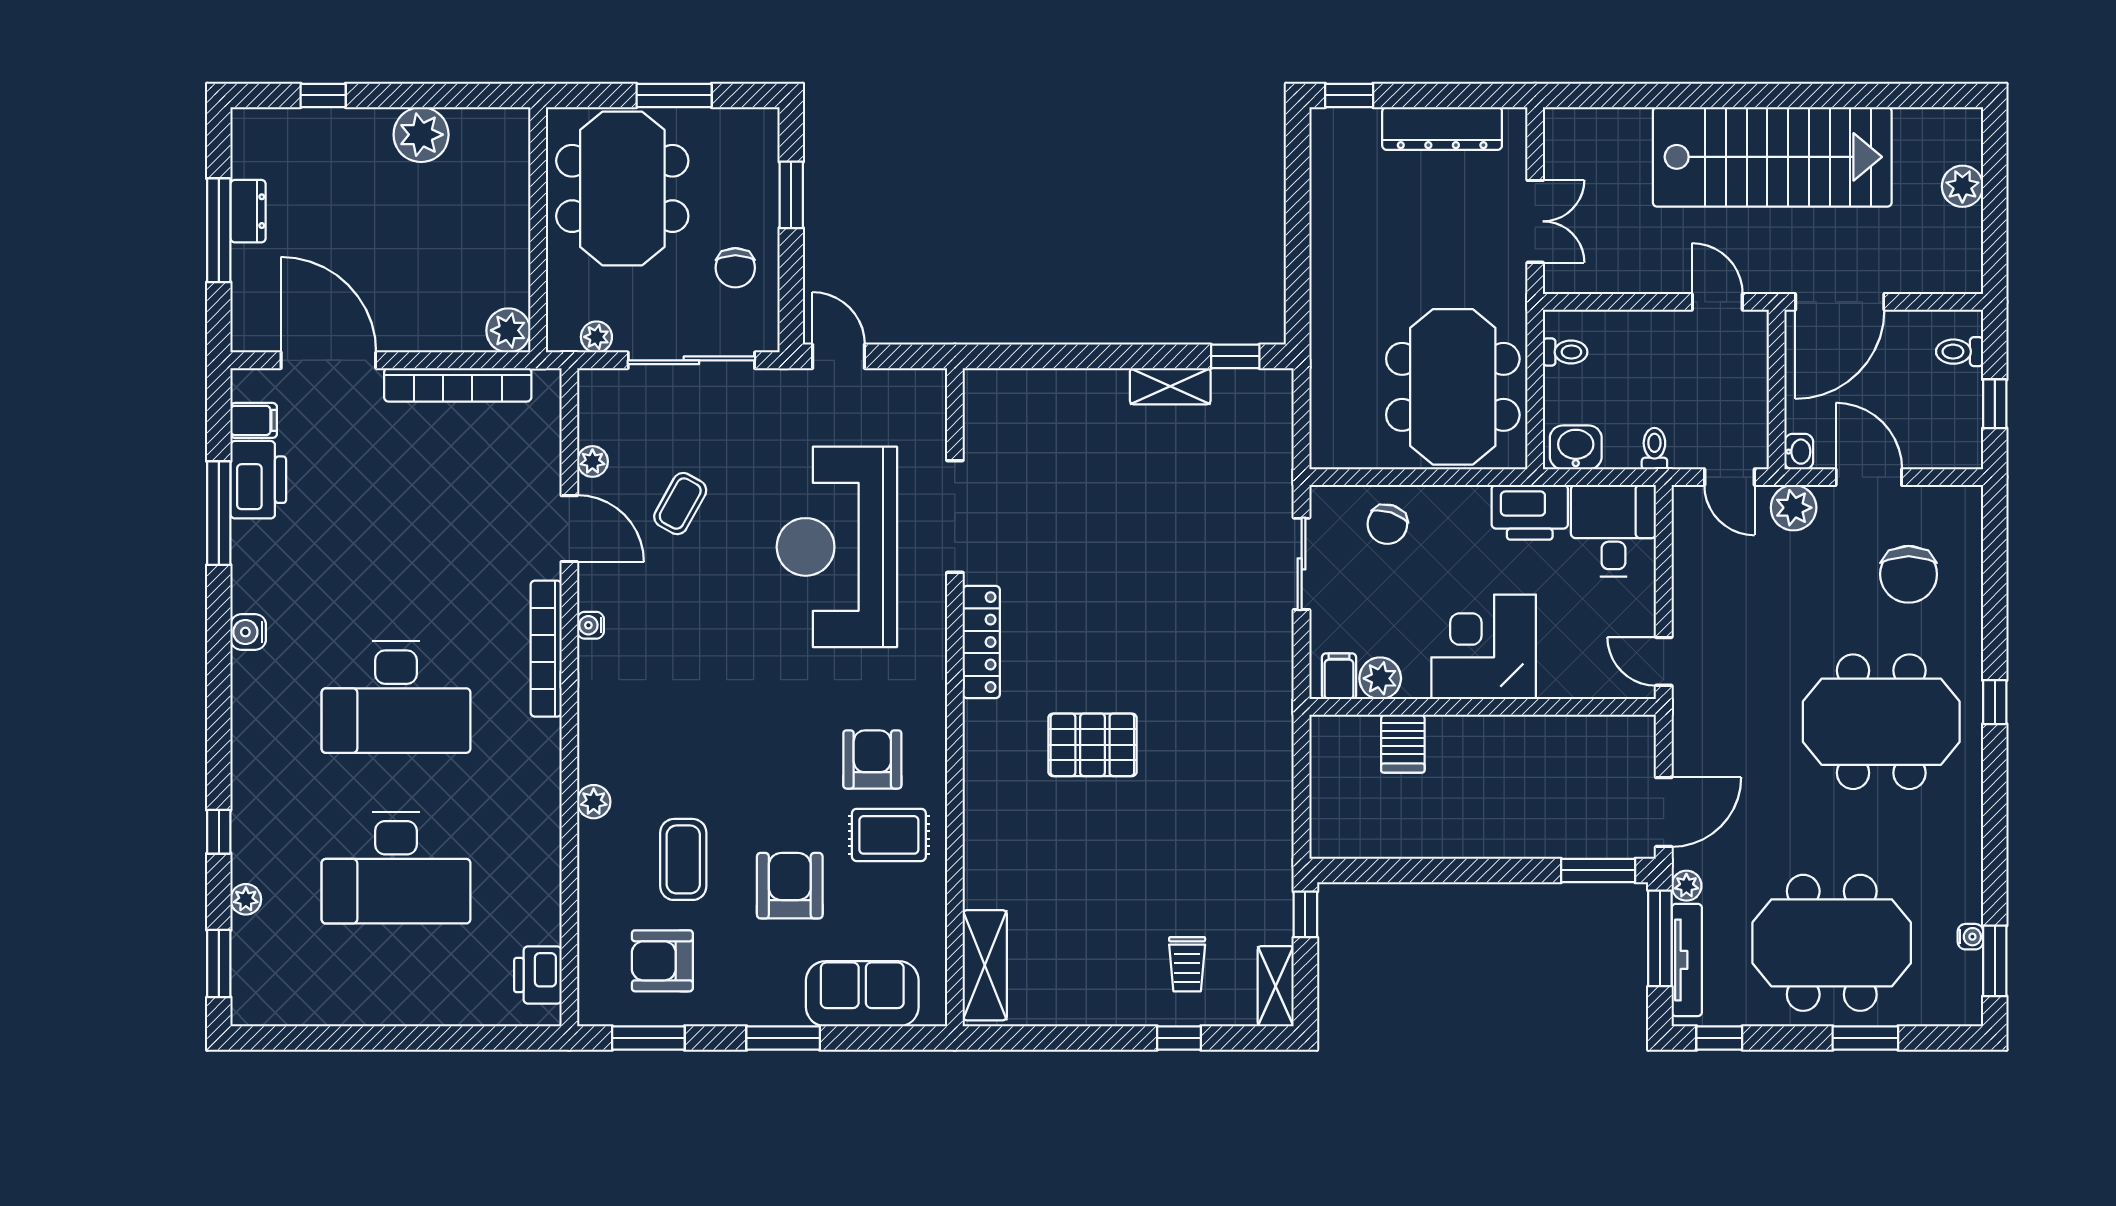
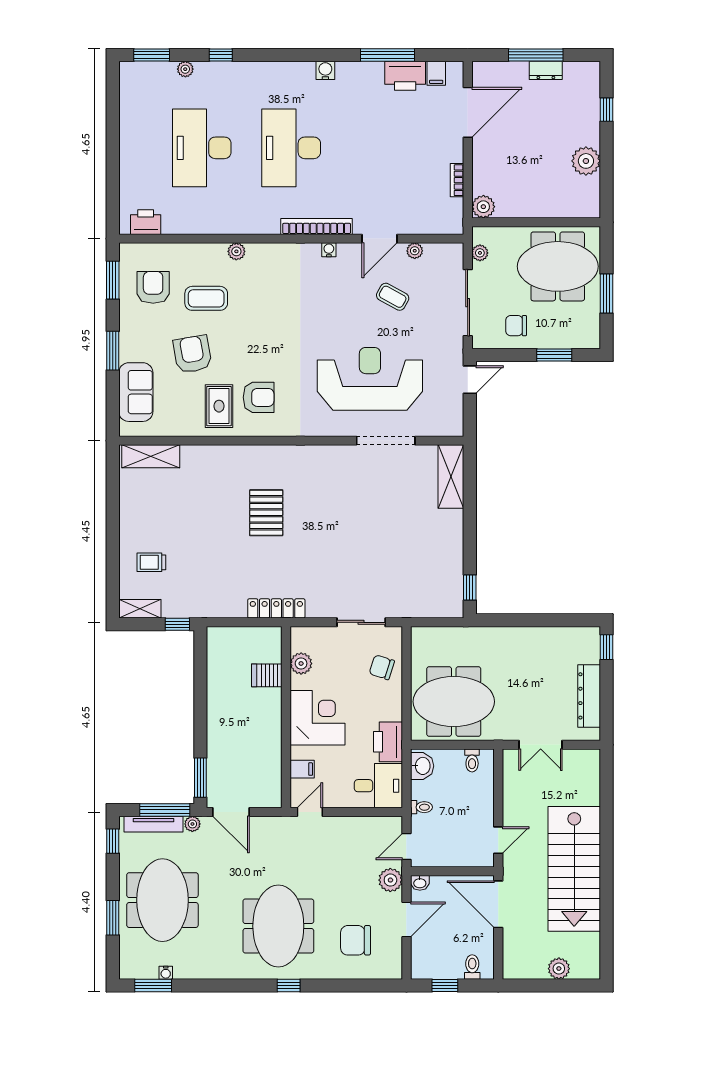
bookcase: (458, 385) -> (457, 180), width x0.43, depth x0.76
shelving: (1170, 386) -> (451, 477), moved, width x1.50, depth x1.33
locker: (981, 642) -> (276, 608), moved, turned 180
filing cabinet: (1339, 676) -> (302, 769), moved
armchair: (790, 886) -> (192, 354), turned -100
window: (1179, 1038) -> (113, 558), removed

